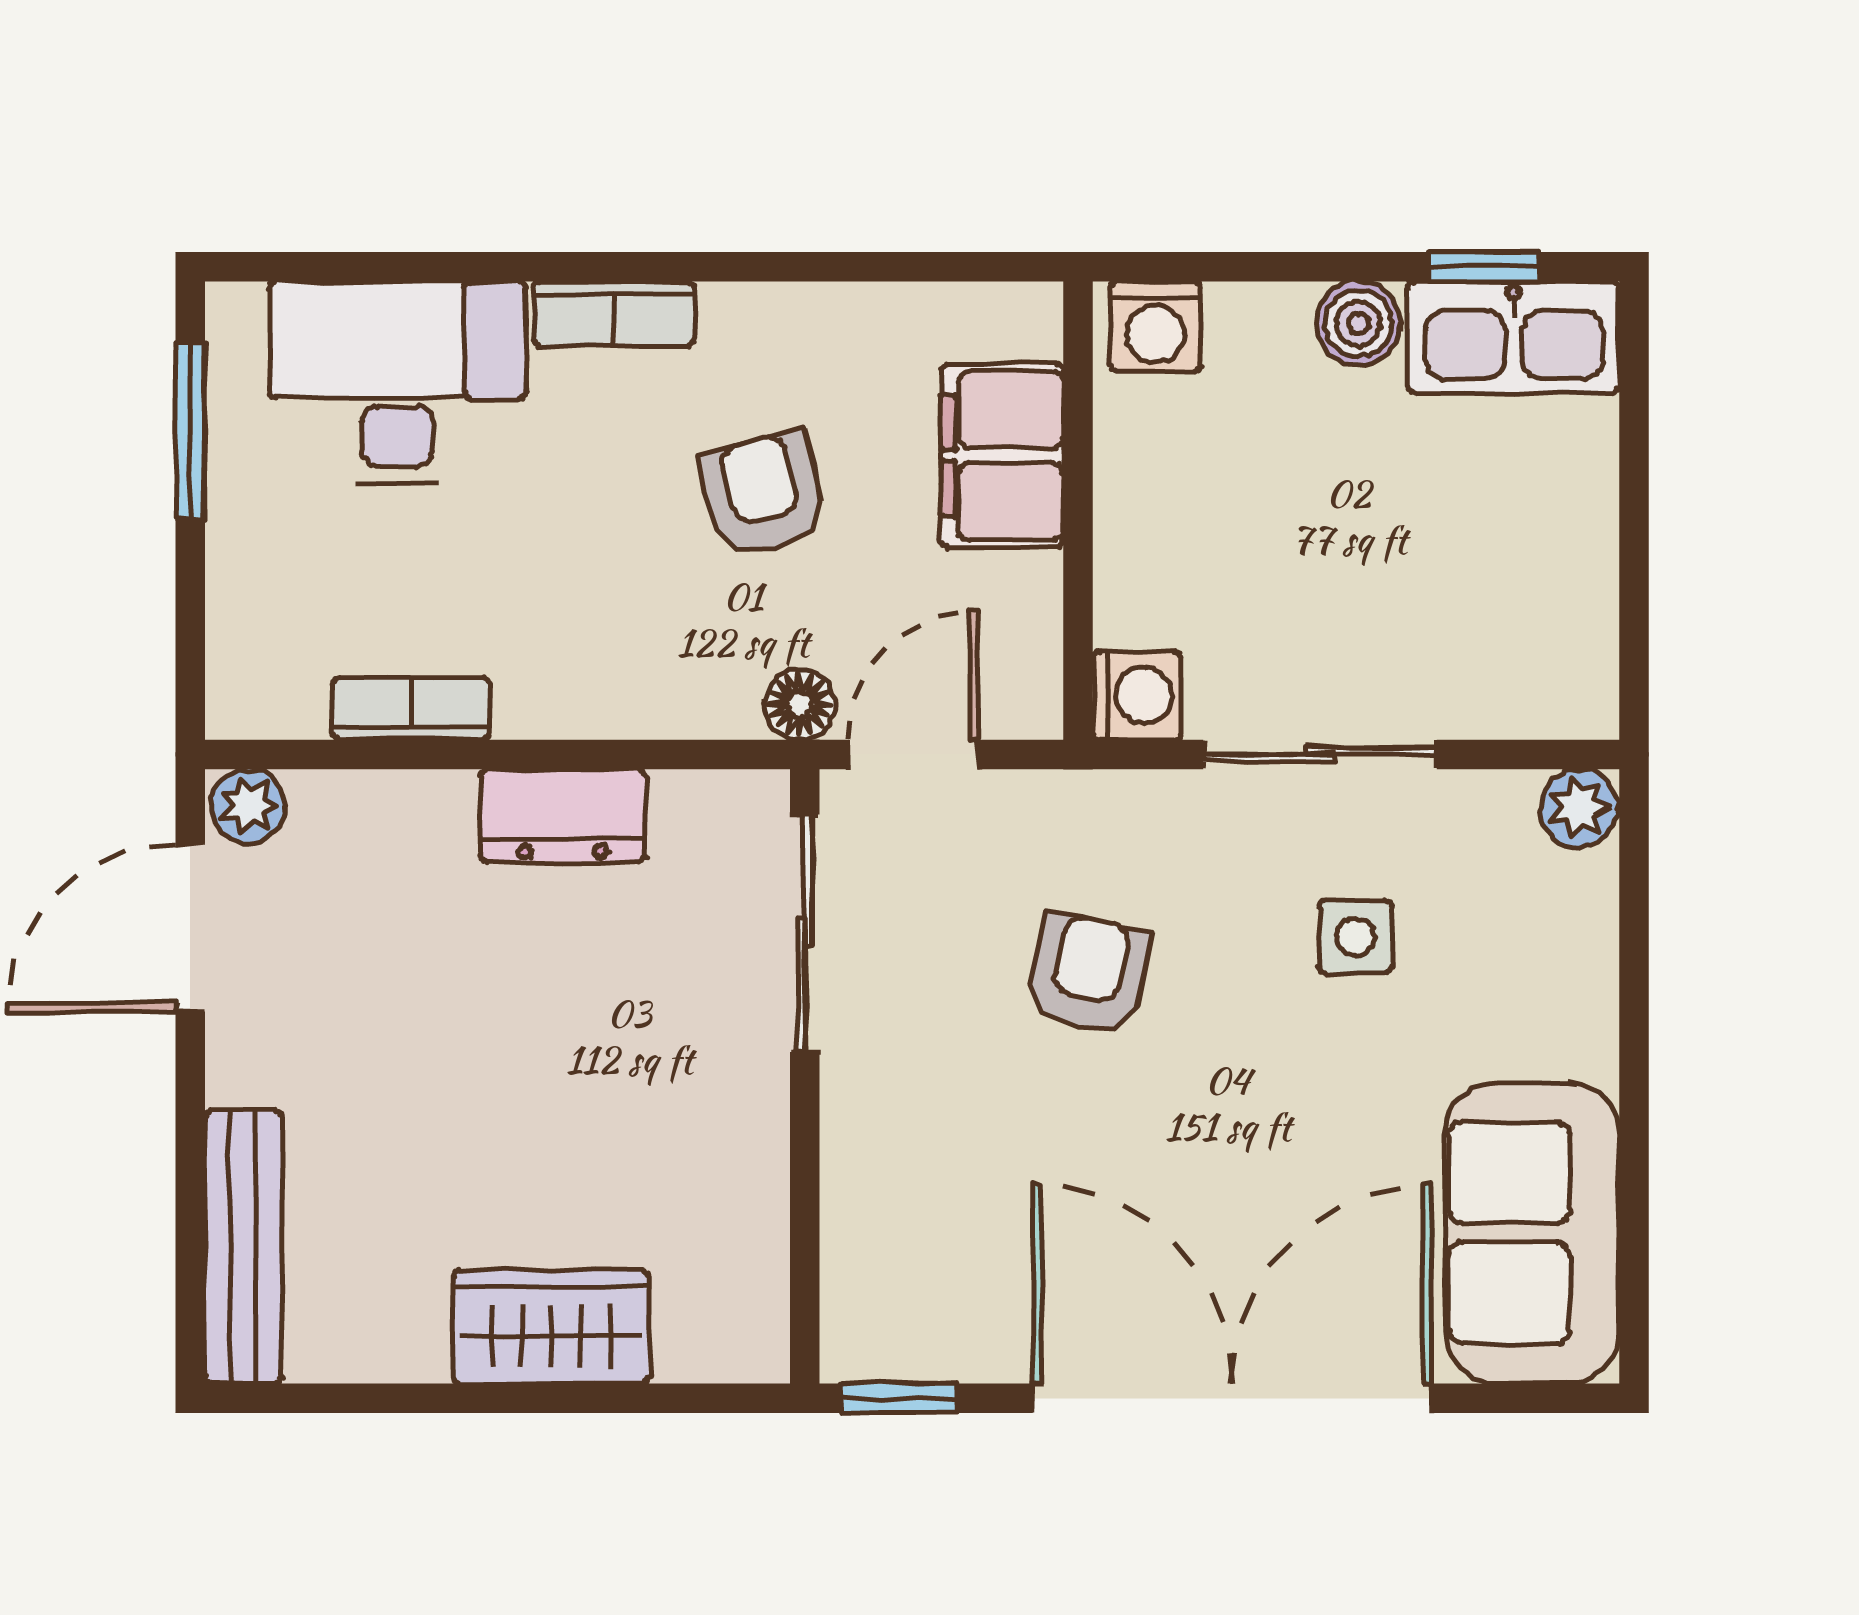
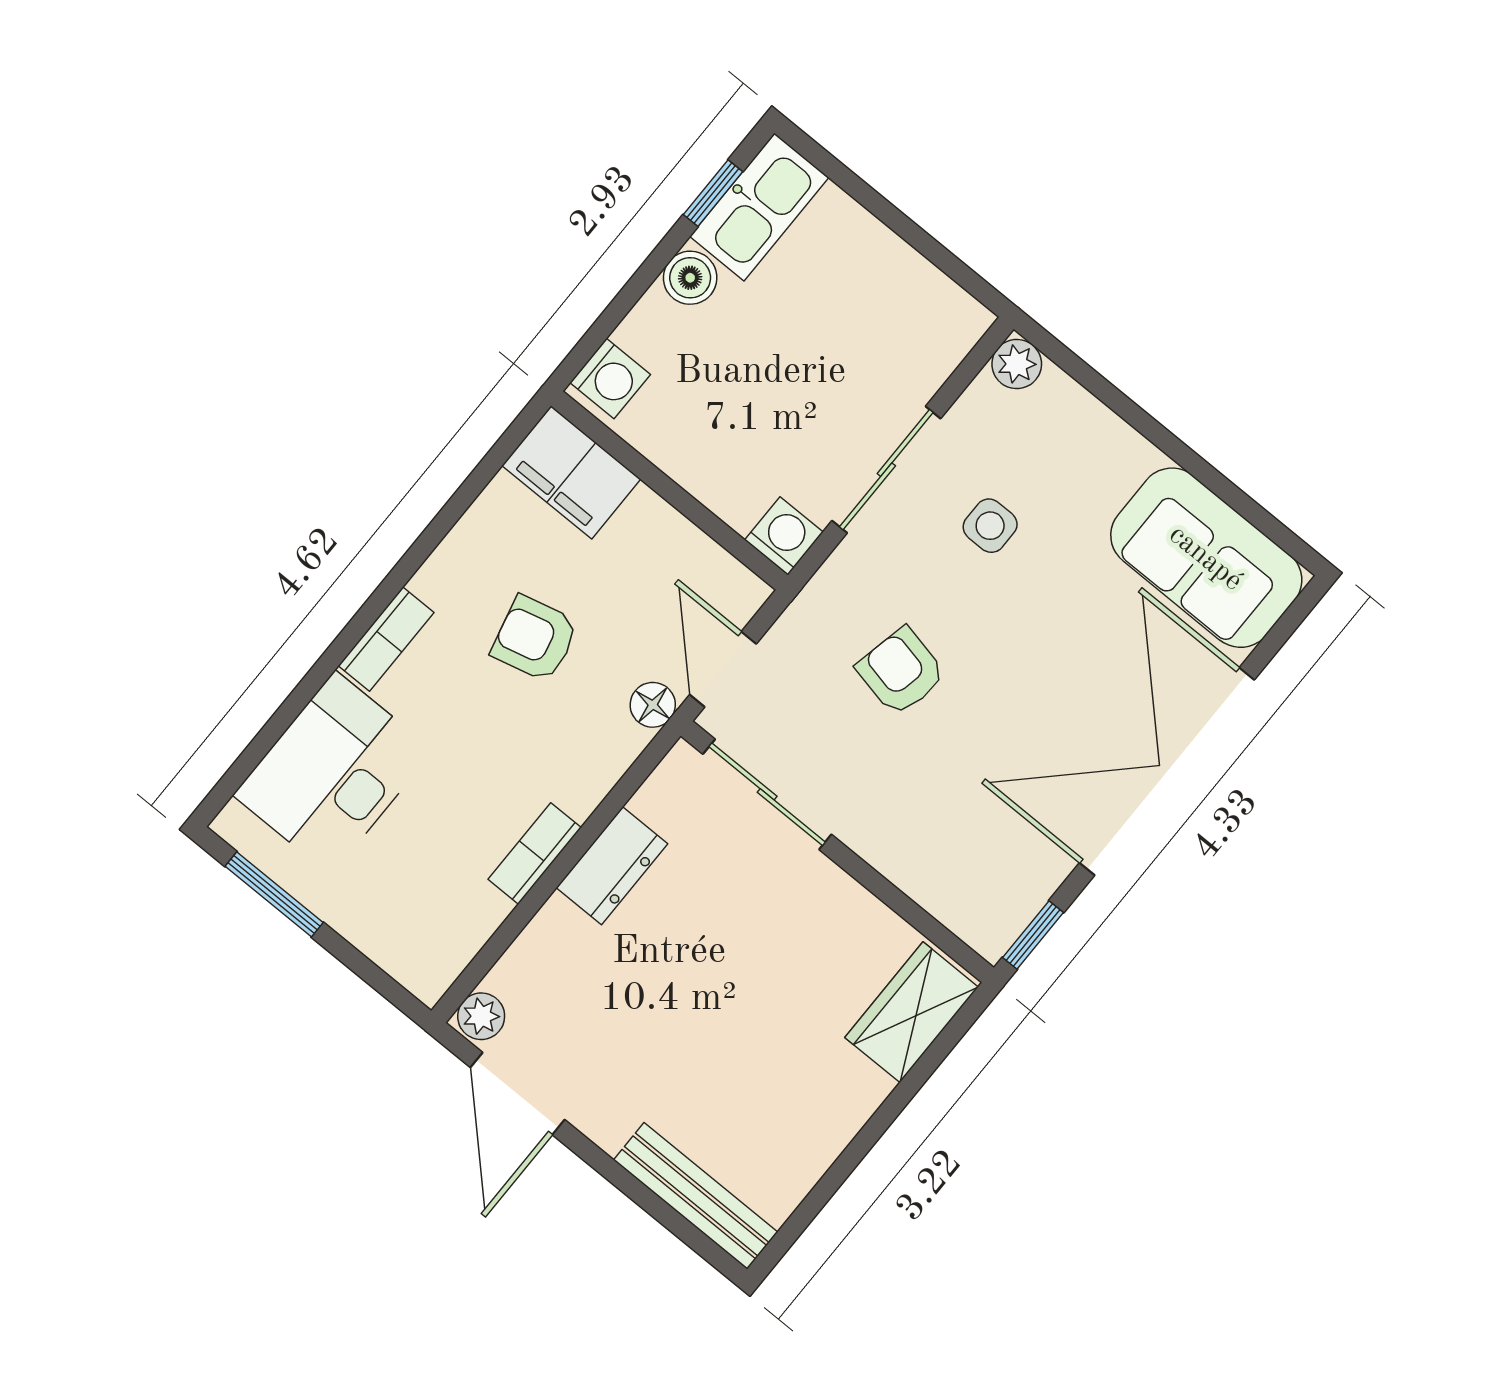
filing cabinet: (1002, 456) -> (571, 472), moved
bookcase: (411, 709) -> (535, 853), moved
wardrobe: (551, 1327) -> (911, 1012), moved

